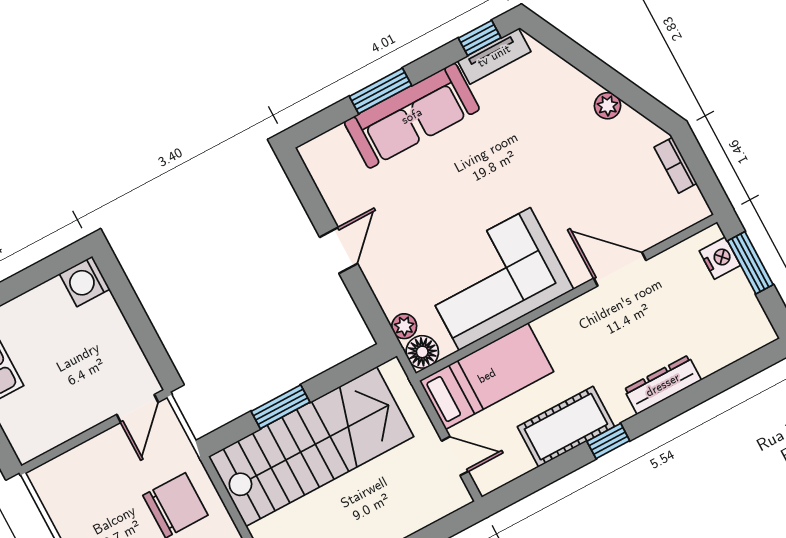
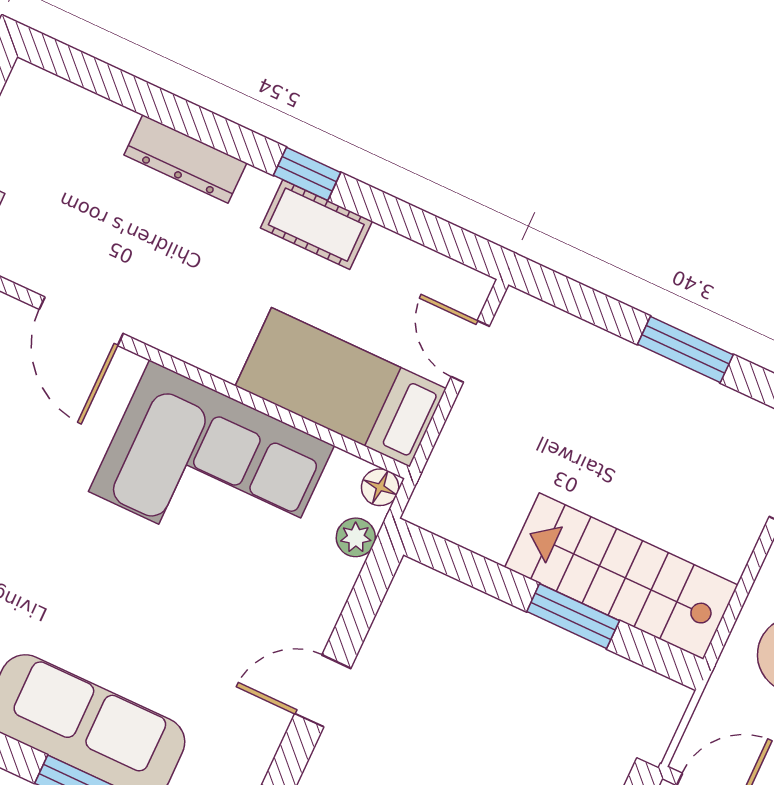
floor lamp: (422, 352) -> (380, 487), width x0.73, depth x0.73
cot: (566, 427) -> (316, 225), width x0.73, depth x0.75
stairs: (311, 447) -> (621, 576), width x0.73, depth x0.66

